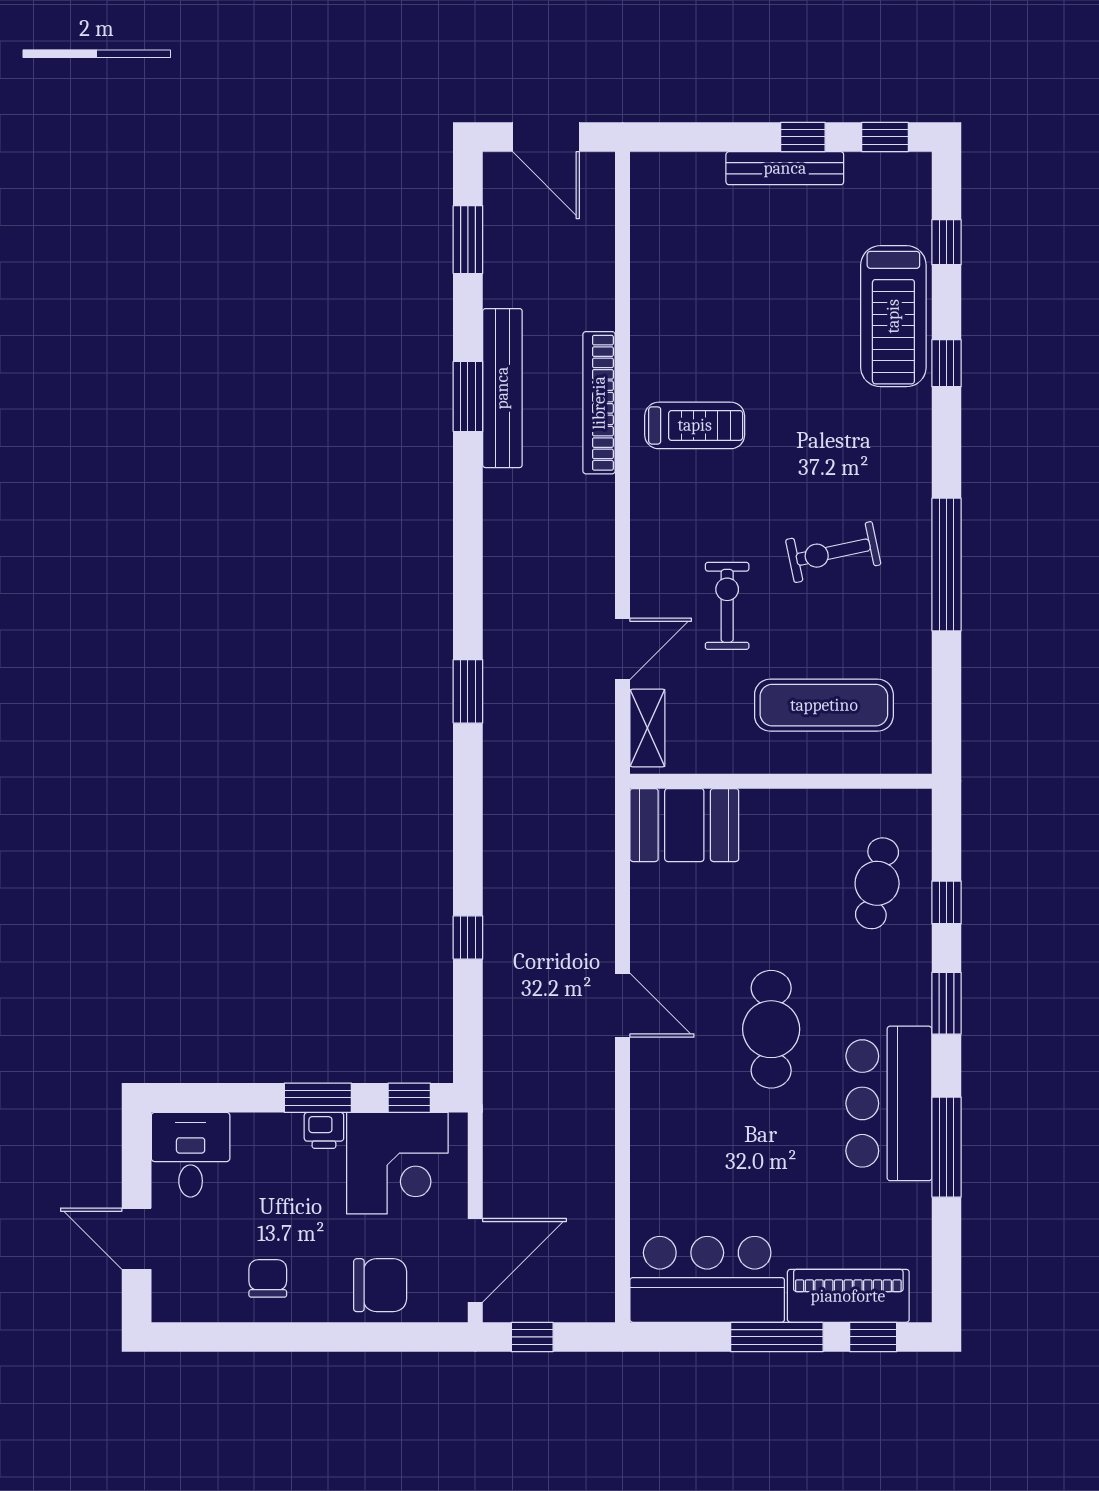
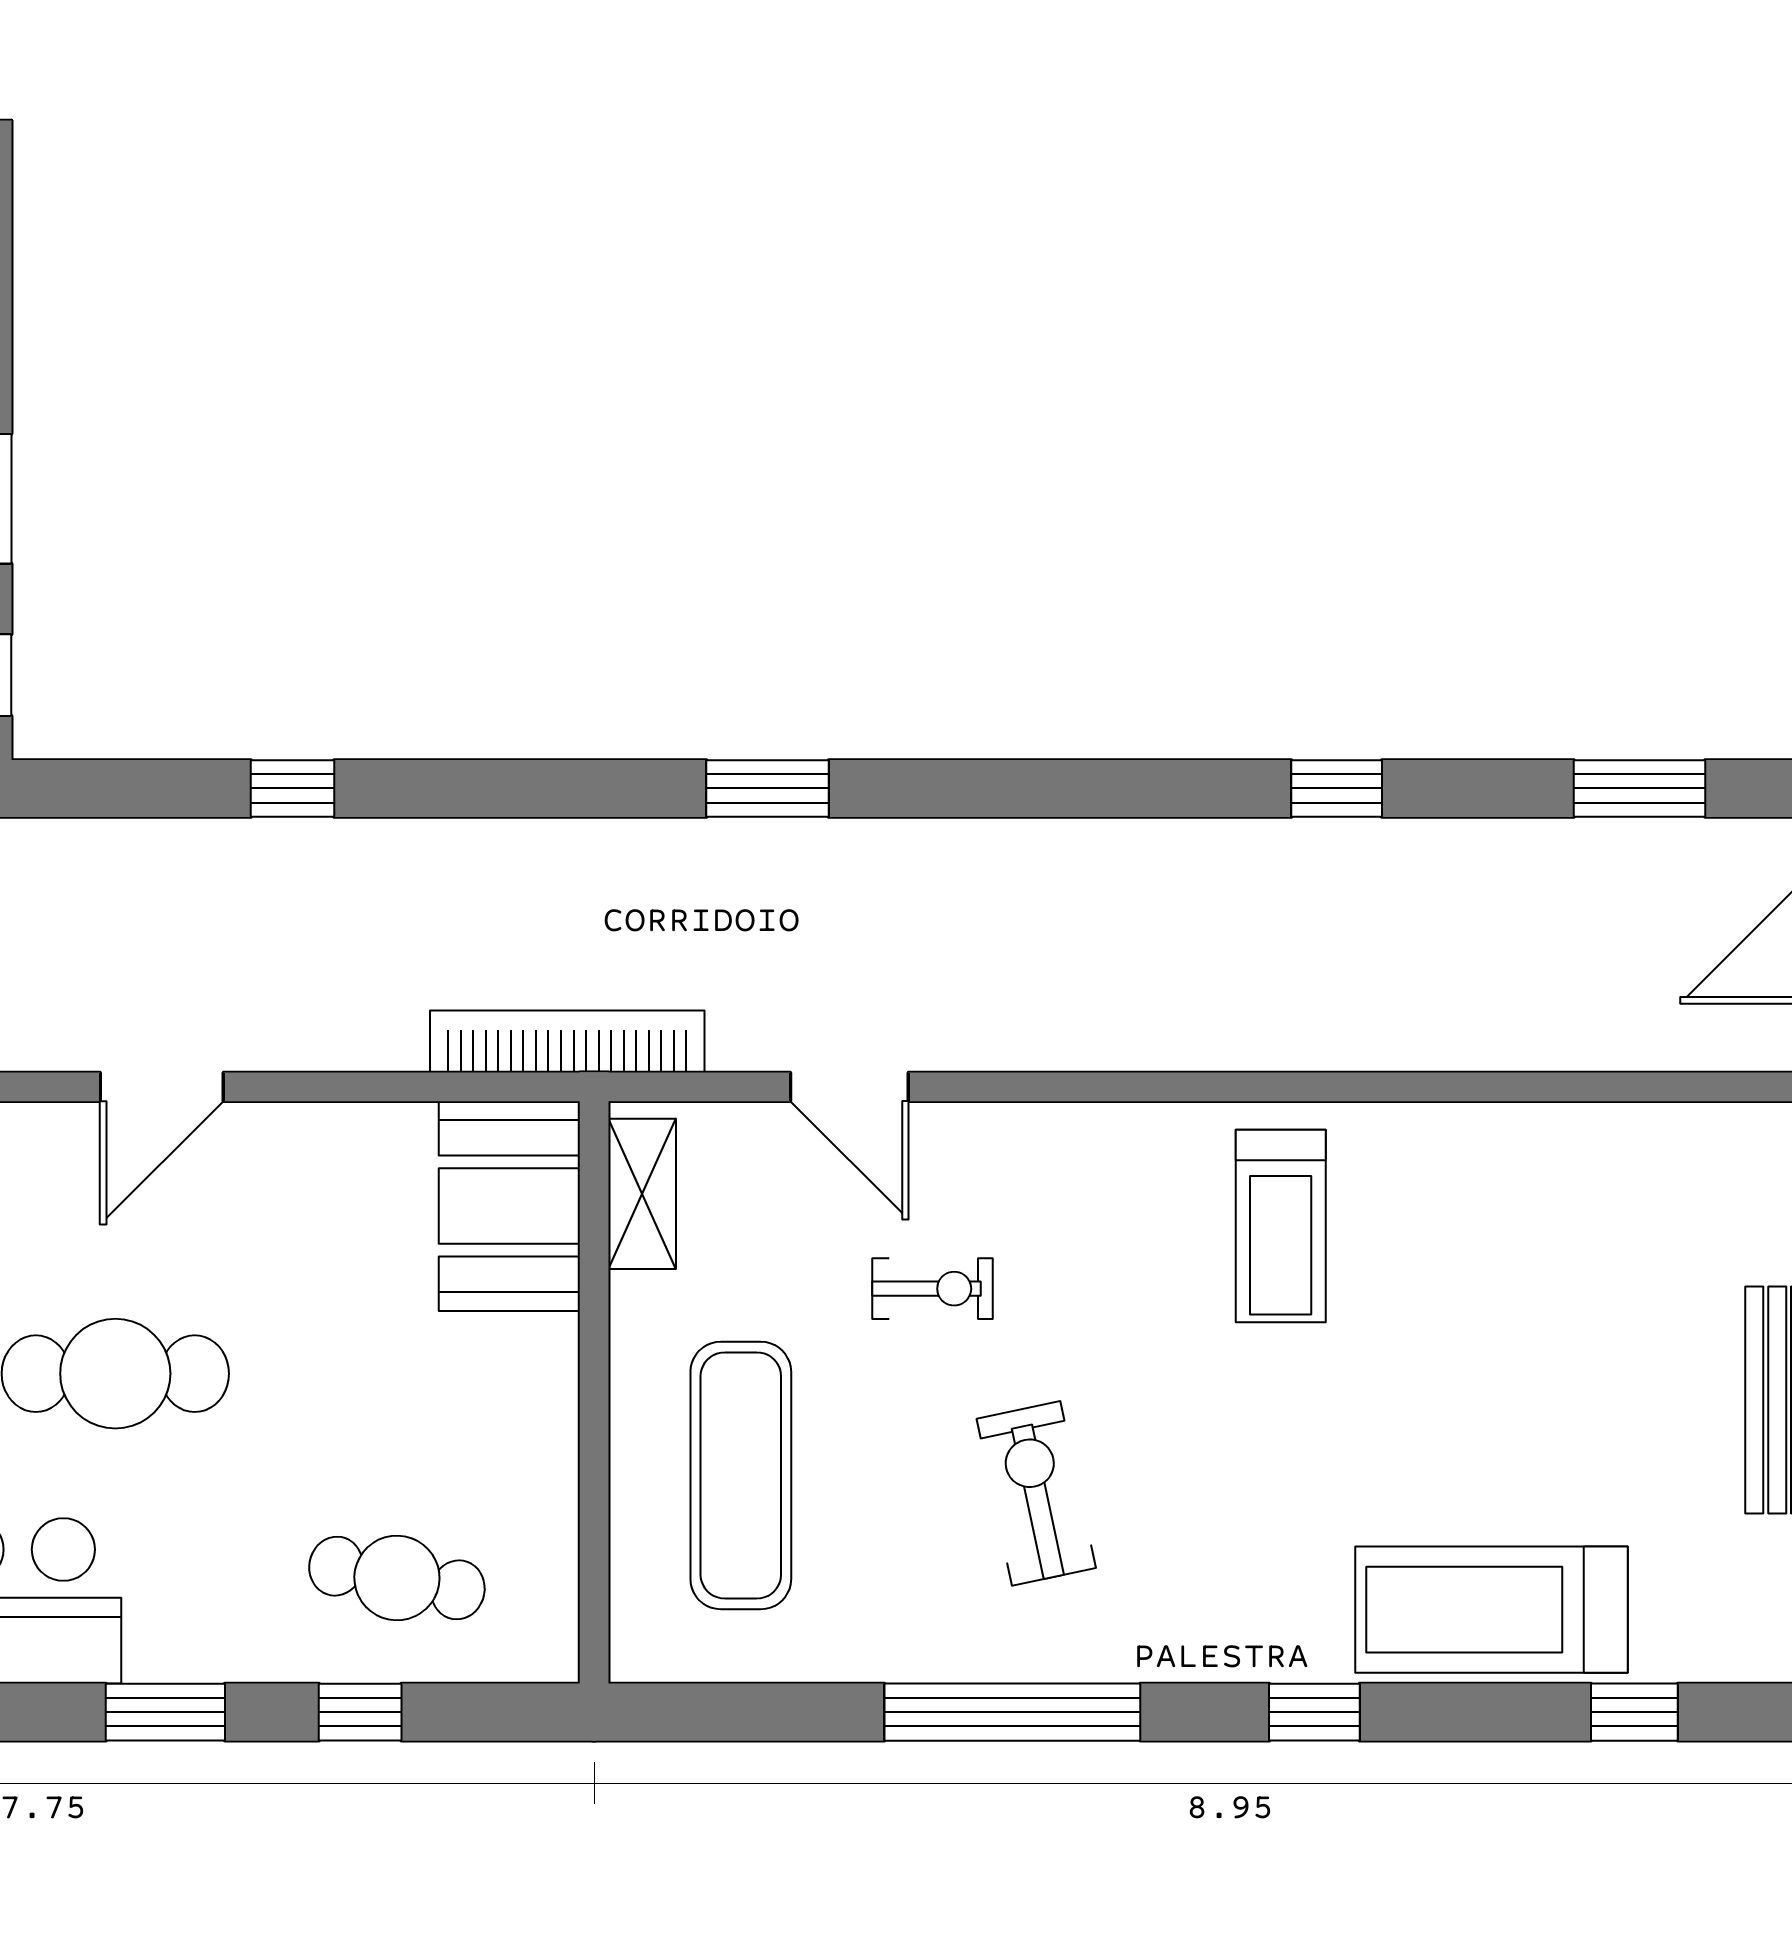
window: (946, 363) -> (1314, 1712), moved
bench: (502, 388) -> (1353, 855), removed
window: (468, 396) -> (1337, 788), width x0.67
bookcase: (599, 403) -> (567, 1041), moved
exercise bike: (727, 606) -> (932, 1289), width x0.73, depth x0.72
shelving: (647, 728) -> (642, 1194), moved, turned 90

